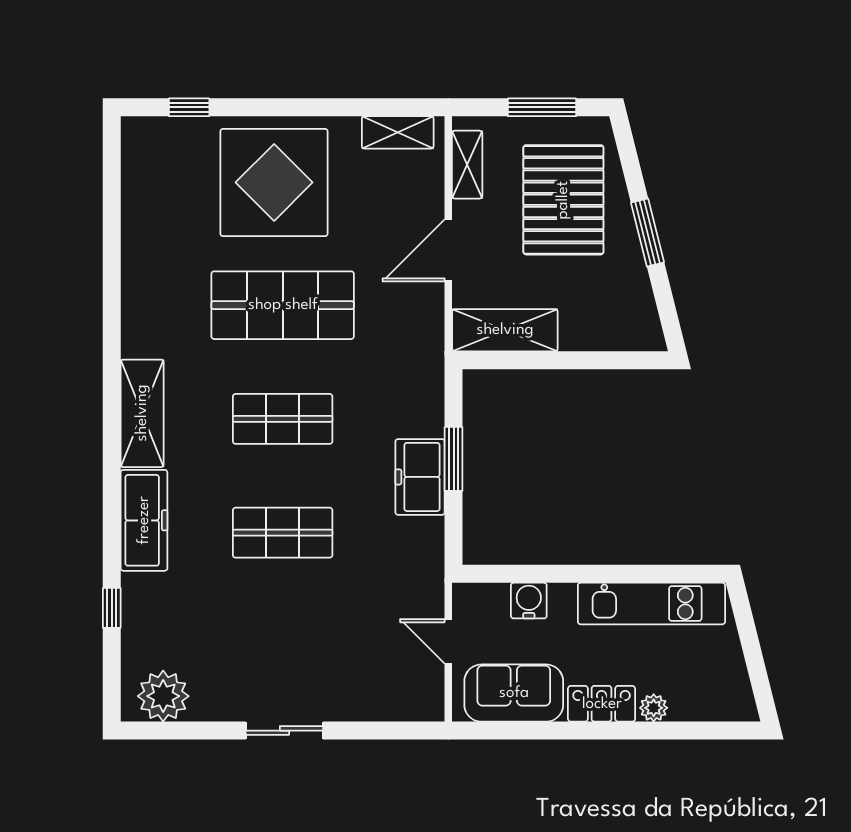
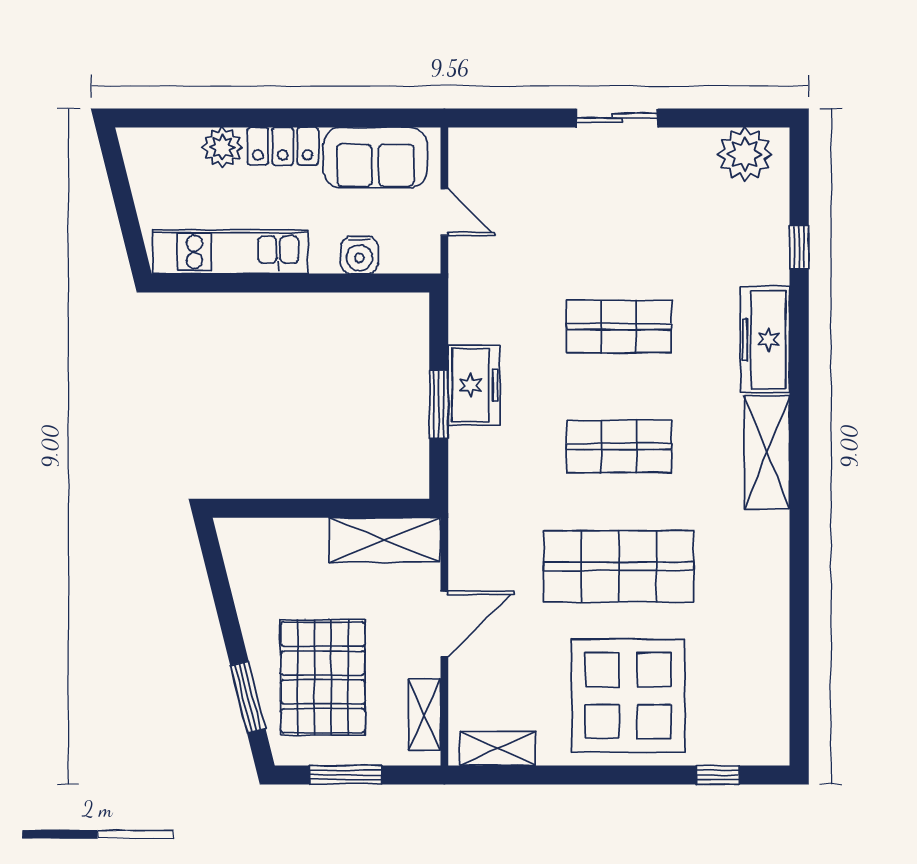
window: (647, 232) -> (248, 697), moved
plant: (654, 708) -> (222, 147), width x1.38, depth x1.38

